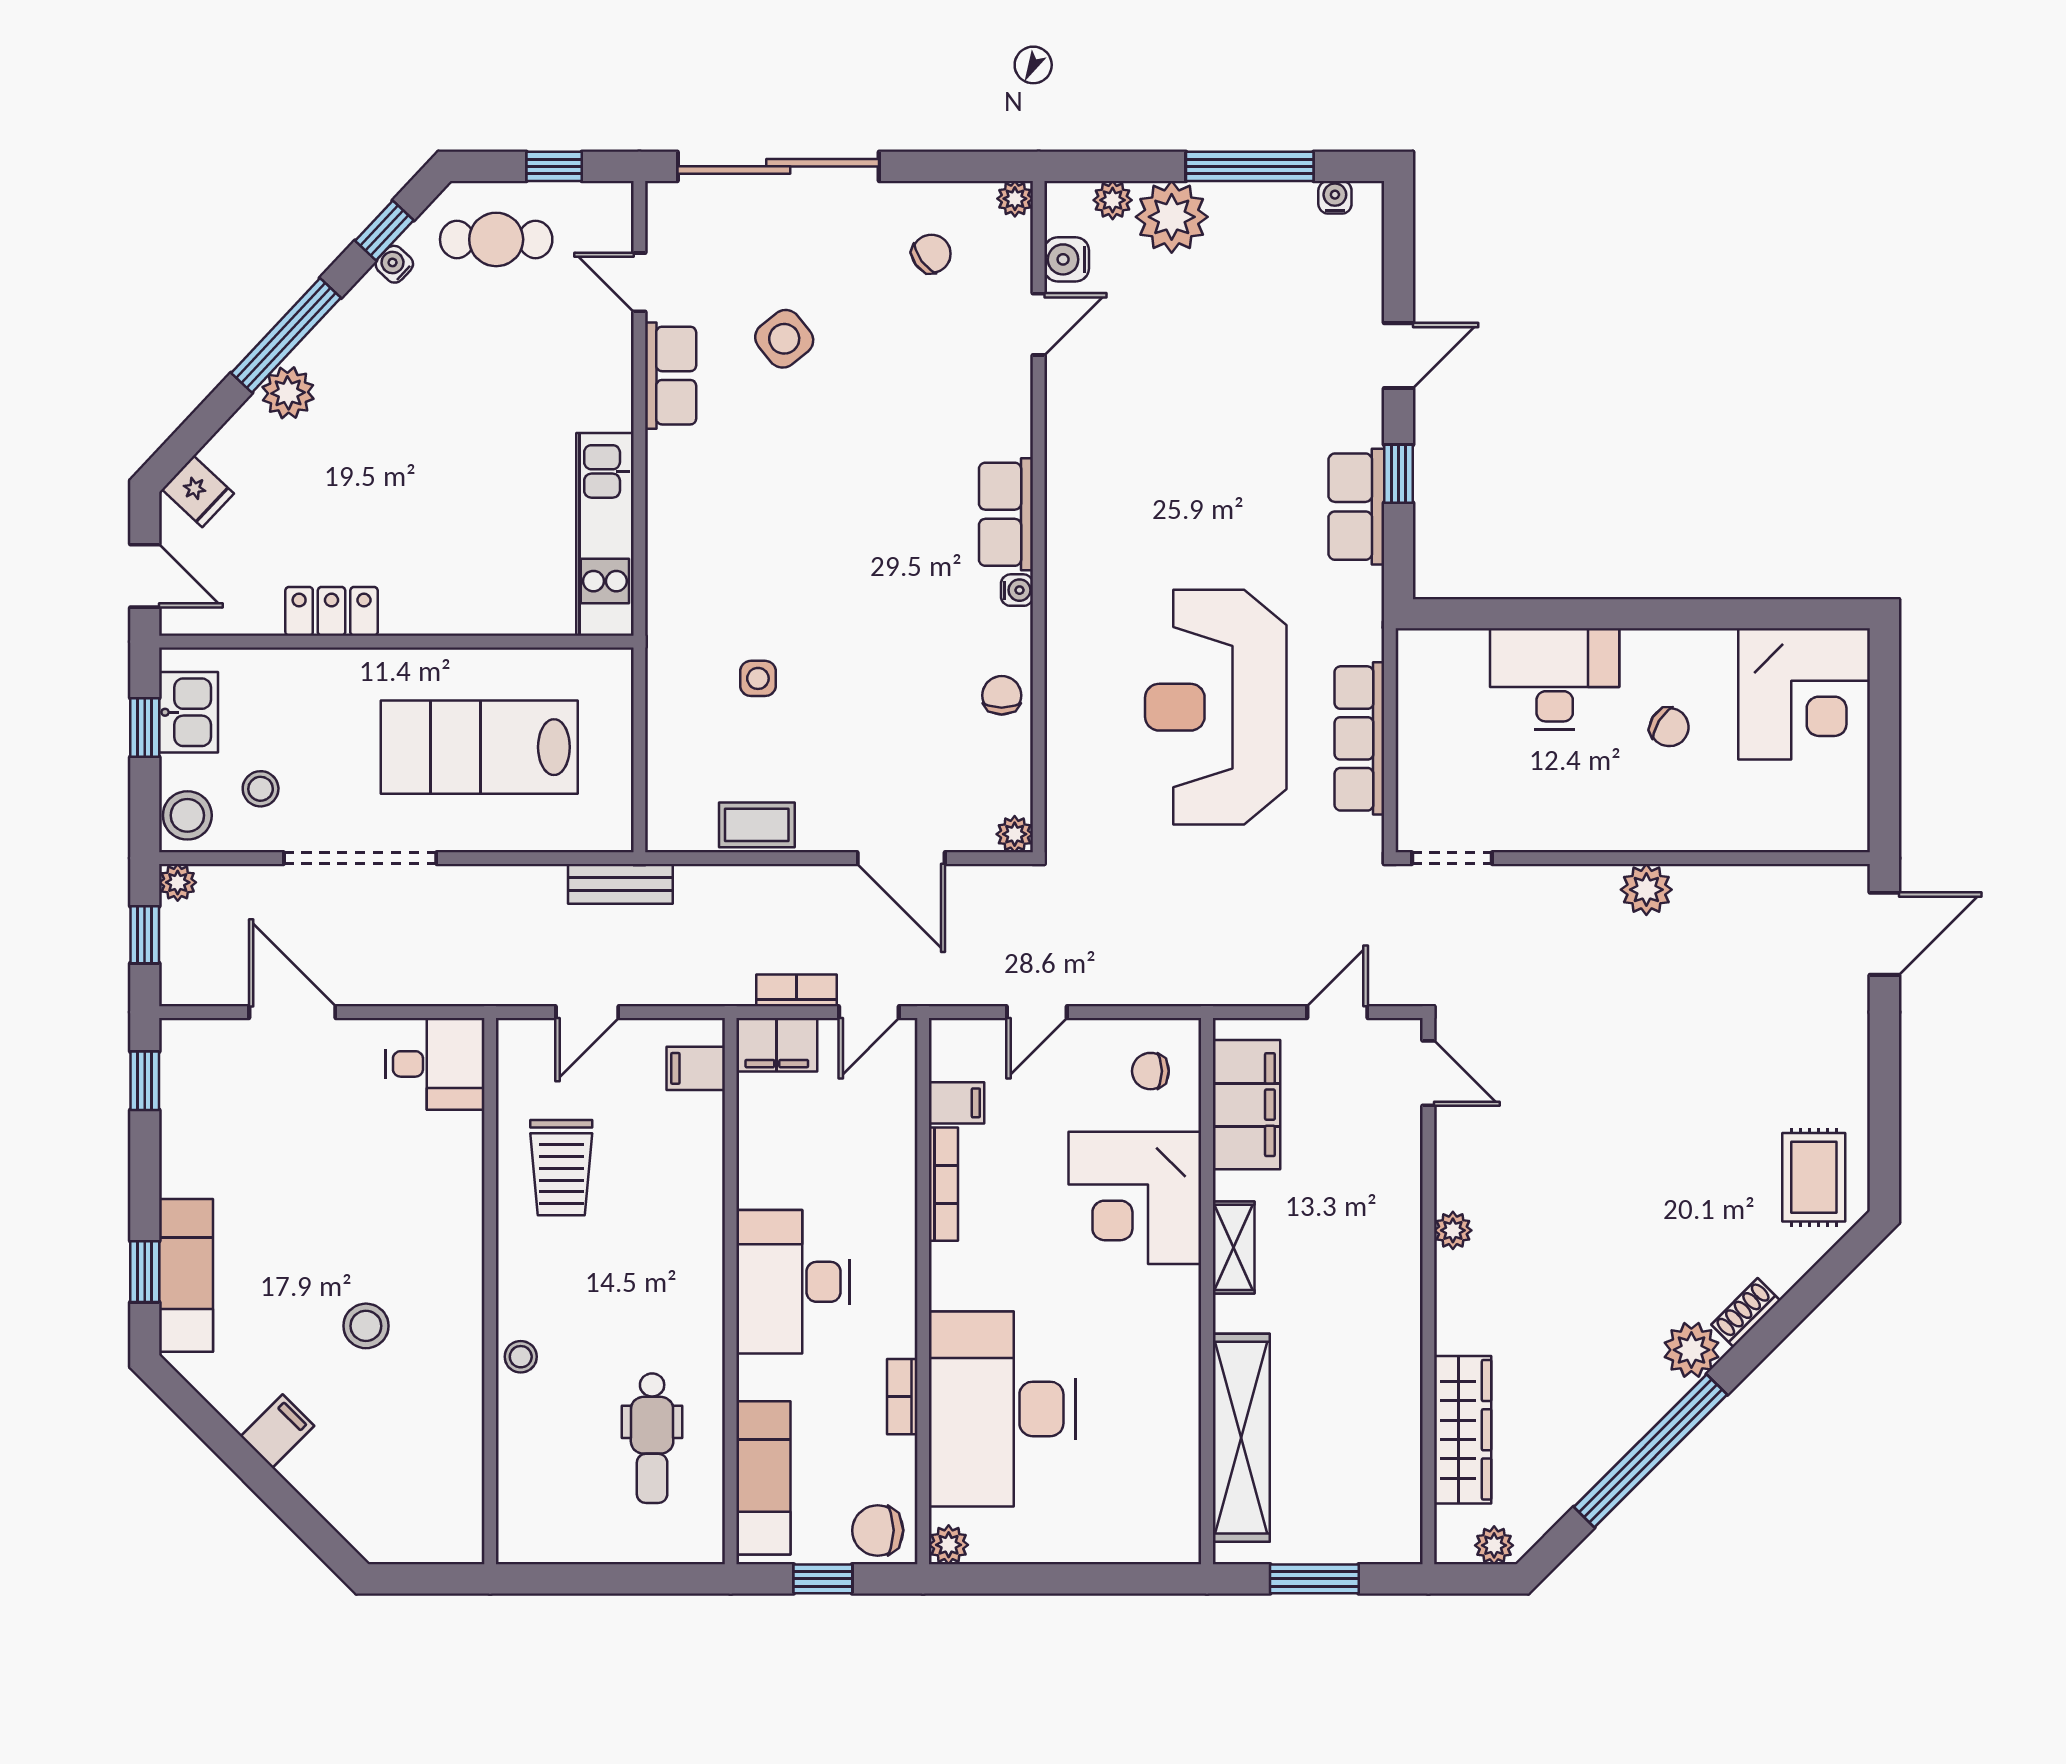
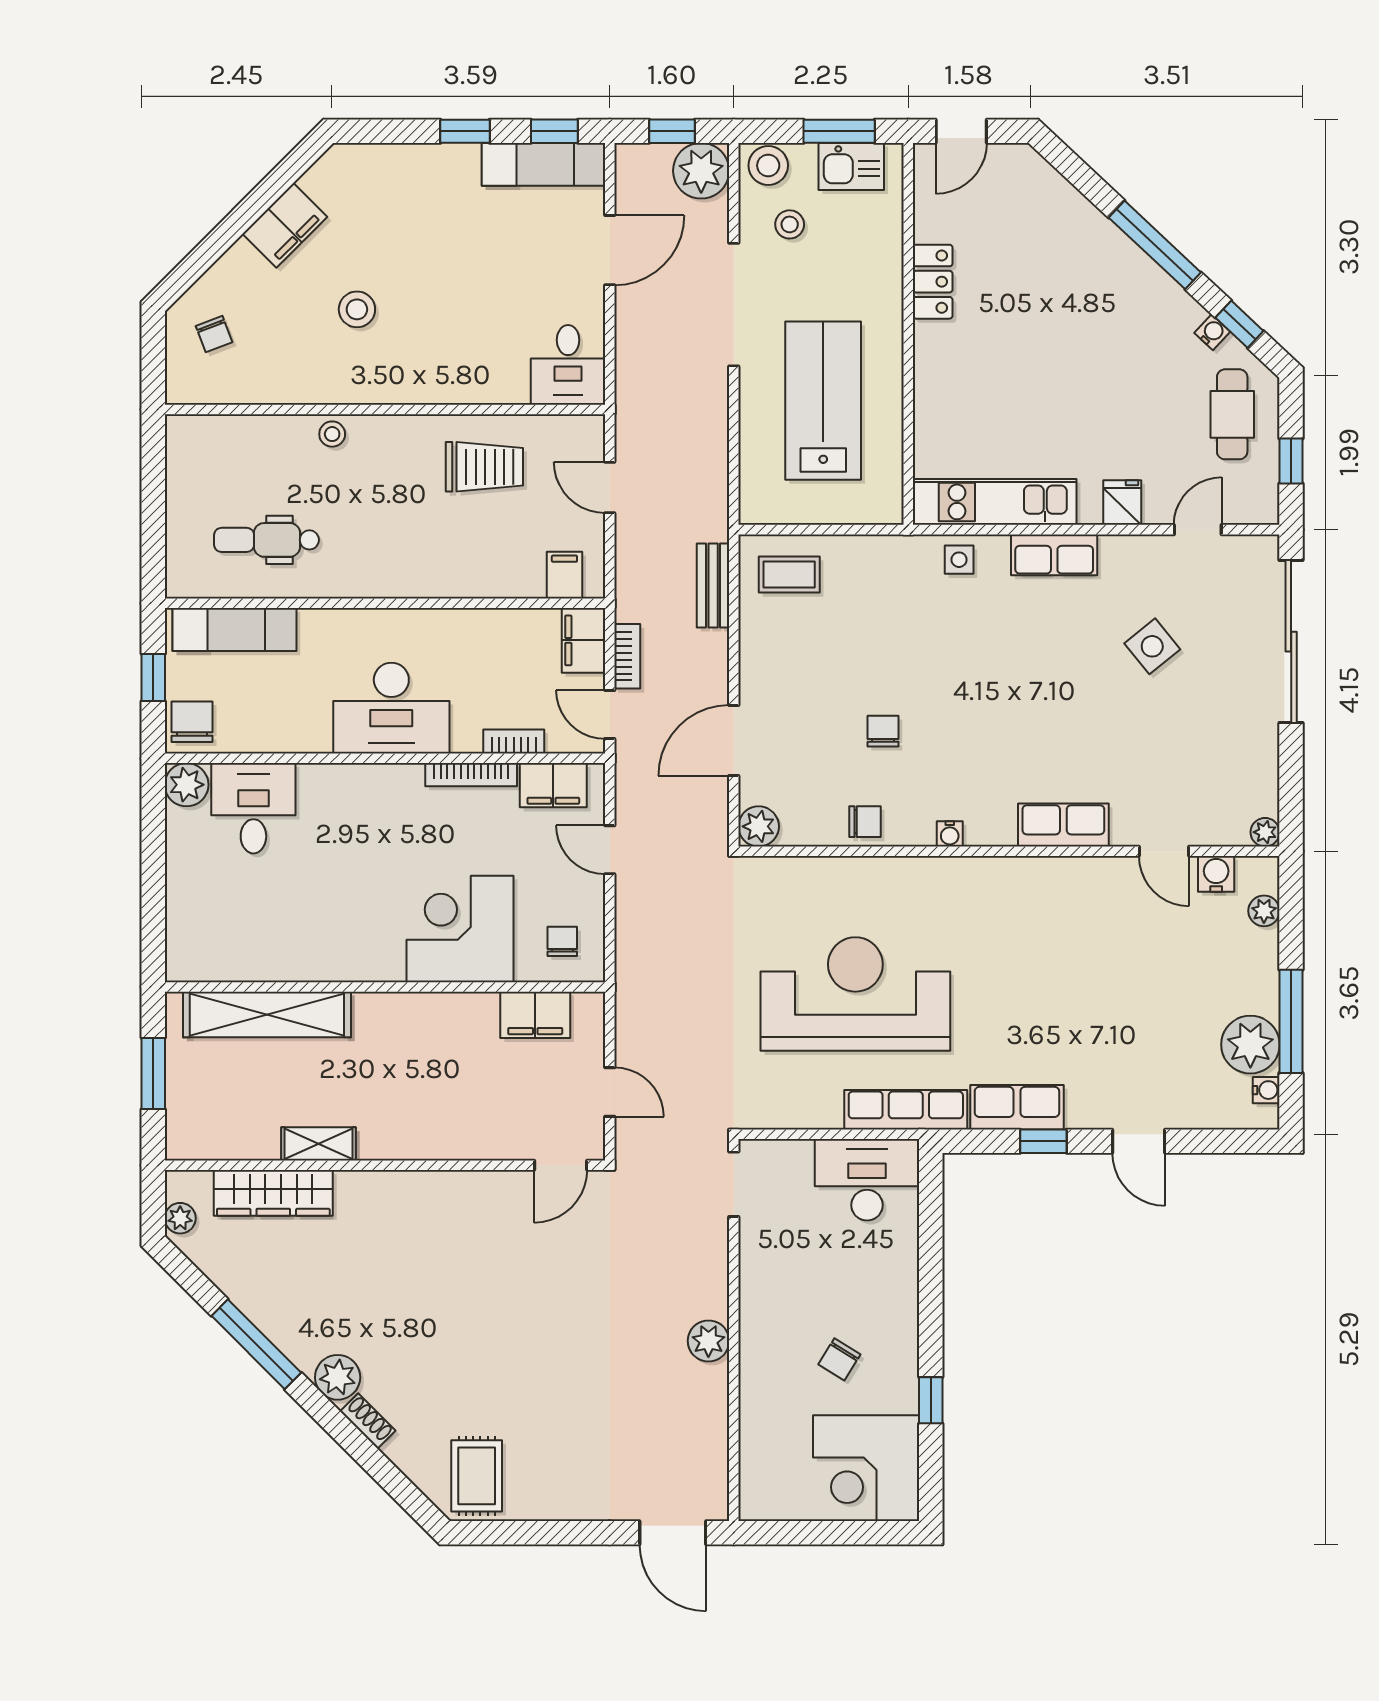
plant: (1172, 217) -> (1250, 1045), moved
chair: (931, 254) -> (883, 731), moved, turned -144
row of seats: (671, 376) -> (1054, 555), moved
plant: (288, 393) -> (1109, 247), removed
fridge: (198, 491) -> (1122, 503), moved, turned 137
row of seats: (1006, 514) -> (1063, 825), moved
window: (1720, 614) -> (931, 1400), added
side table: (758, 678) -> (959, 560), moved
desk: (1555, 679) -> (867, 1180), moved, turned -90
window: (145, 727) -> (839, 131), width x1.50
row of seats: (1359, 738) -> (906, 1110), moved
coffee table: (757, 825) -> (789, 575), moved, turned 90
plant: (1015, 834) -> (759, 826), width x1.38, depth x1.38
plant: (178, 882) -> (701, 171), width x1.87, depth x1.87
bench: (620, 884) -> (713, 586), moved
filing cabinet: (957, 1103) -> (553, 785), width x2.00
filing cabinet: (1246, 1105) -> (535, 1015), width x0.67, depth x0.86
trolley: (561, 1168) -> (484, 467), turned 180
rug: (1814, 1177) -> (477, 1476), turned 90
plant: (1453, 1230) -> (434, 1185), removed
shelving: (1234, 1247) -> (318, 1144), moved
window: (145, 1272) -> (465, 131), moved
exam couch: (186, 1275) -> (543, 164), moved
desk: (793, 1282) -> (391, 708), moved, turned 180
bookcase: (902, 1397) -> (514, 741), moved
desk: (1002, 1409) -> (253, 808), width x0.53, depth x0.77
filing cabinet: (277, 1431) -> (285, 225), width x2.00
window: (1650, 1451) -> (256, 1344), width x0.68
chair: (397, 1503) -> (214, 334), added
plant: (949, 1545) -> (187, 785), width x1.38, depth x1.38

